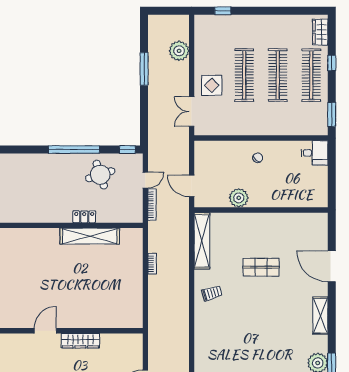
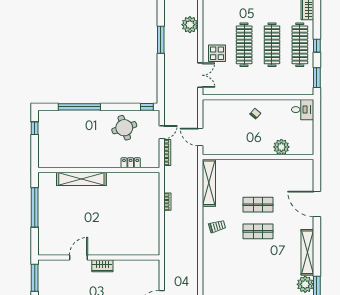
window: (332, 63) -> (317, 46), moved
double door: (192, 112) -> (200, 75), swing flipped
window: (74, 150) -> (79, 107), moved
plant: (239, 198) -> (281, 147), moved
locker: (84, 217) -> (131, 163), moved
shelving: (90, 236) -> (81, 179), moved
shop shelf: (261, 299) -> (258, 231), added
shelving: (320, 316) -> (307, 252), width x1.47
wardrobe: (80, 341) -> (102, 266), width x0.67

